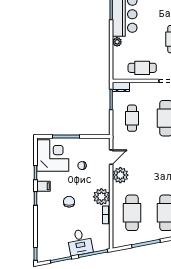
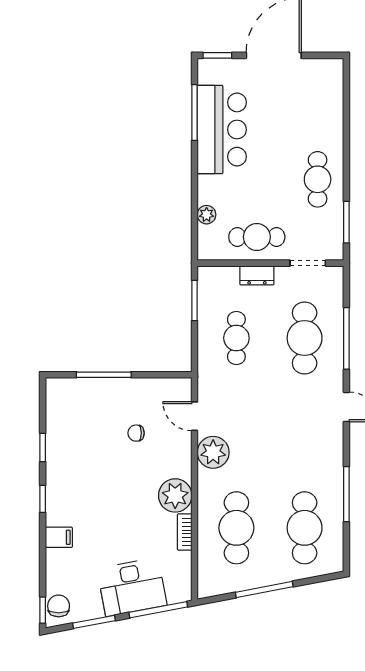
plant: (117, 42) -> (207, 215), moved
dresser: (121, 87) -> (257, 275), moved
corner desk: (53, 155) -> (77, 413), removed
door: (111, 157) -> (195, 416), swing flipped
filing cabinet: (43, 186) -> (59, 537), moved
chair: (69, 202) -> (59, 606), moved
desk: (80, 242) -> (132, 587), width x1.37

